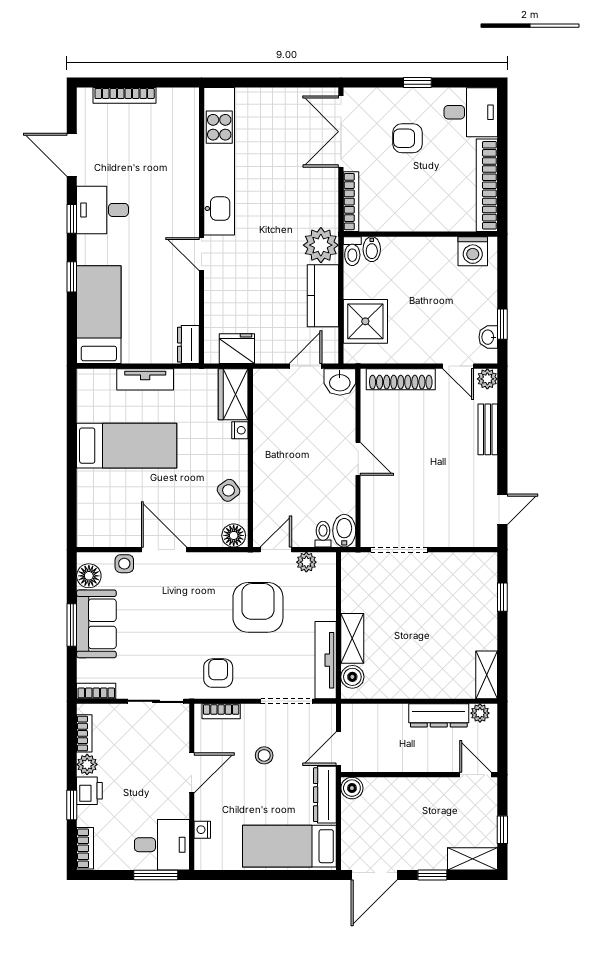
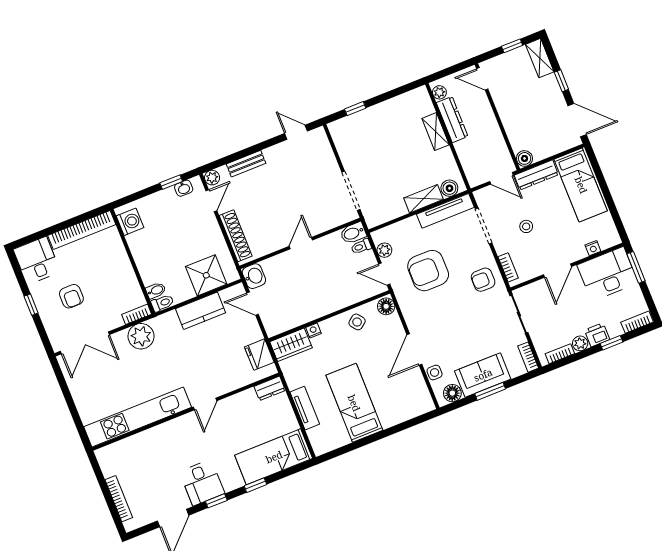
bookcase: (351, 202) -> (137, 314), width x0.64
plant: (321, 245) -> (141, 336), moved
shelving: (487, 675) -> (436, 132), moved, turned 90
door: (192, 773) -> (557, 271), swing flipped
door: (475, 775) -> (482, 79), hinge flipped
desk: (162, 845) -> (608, 274), width x1.37

